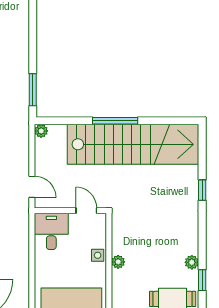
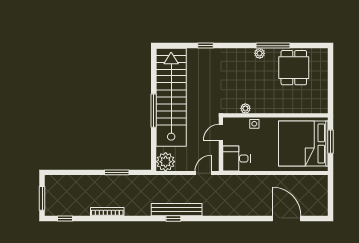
window: (33, 90) -> (117, 172), moved
plant: (41, 131) -> (166, 162), width x1.88, depth x1.88
plant: (118, 262) -> (245, 108), moved
window: (202, 280) -> (273, 46), width x2.17

